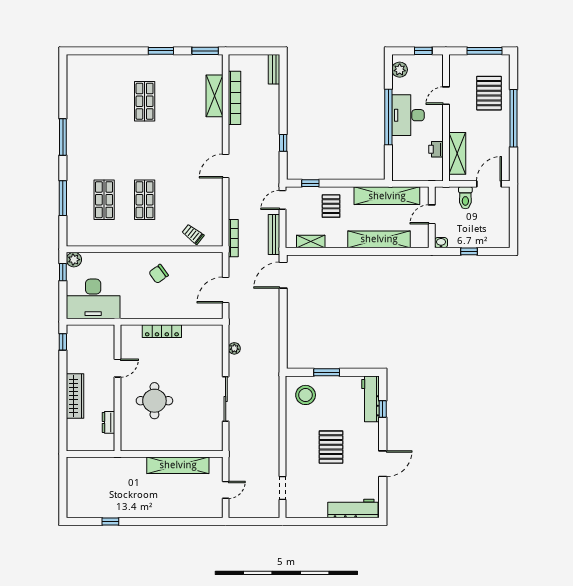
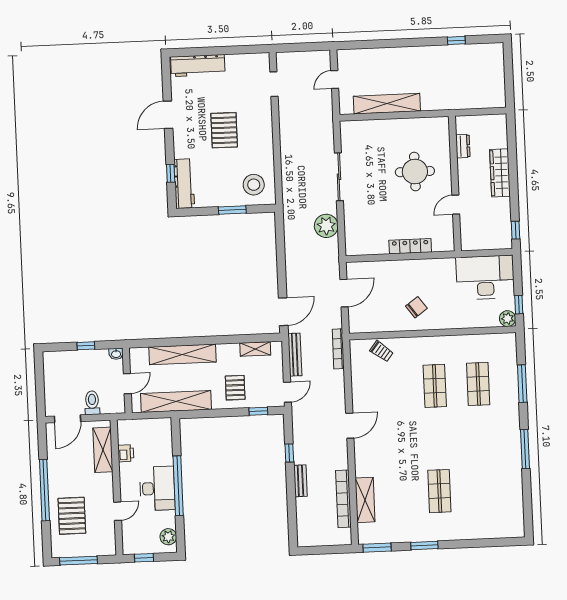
bench: (274, 69) -> (300, 481), moved
plant: (234, 348) -> (326, 226), width x1.87, depth x1.87

